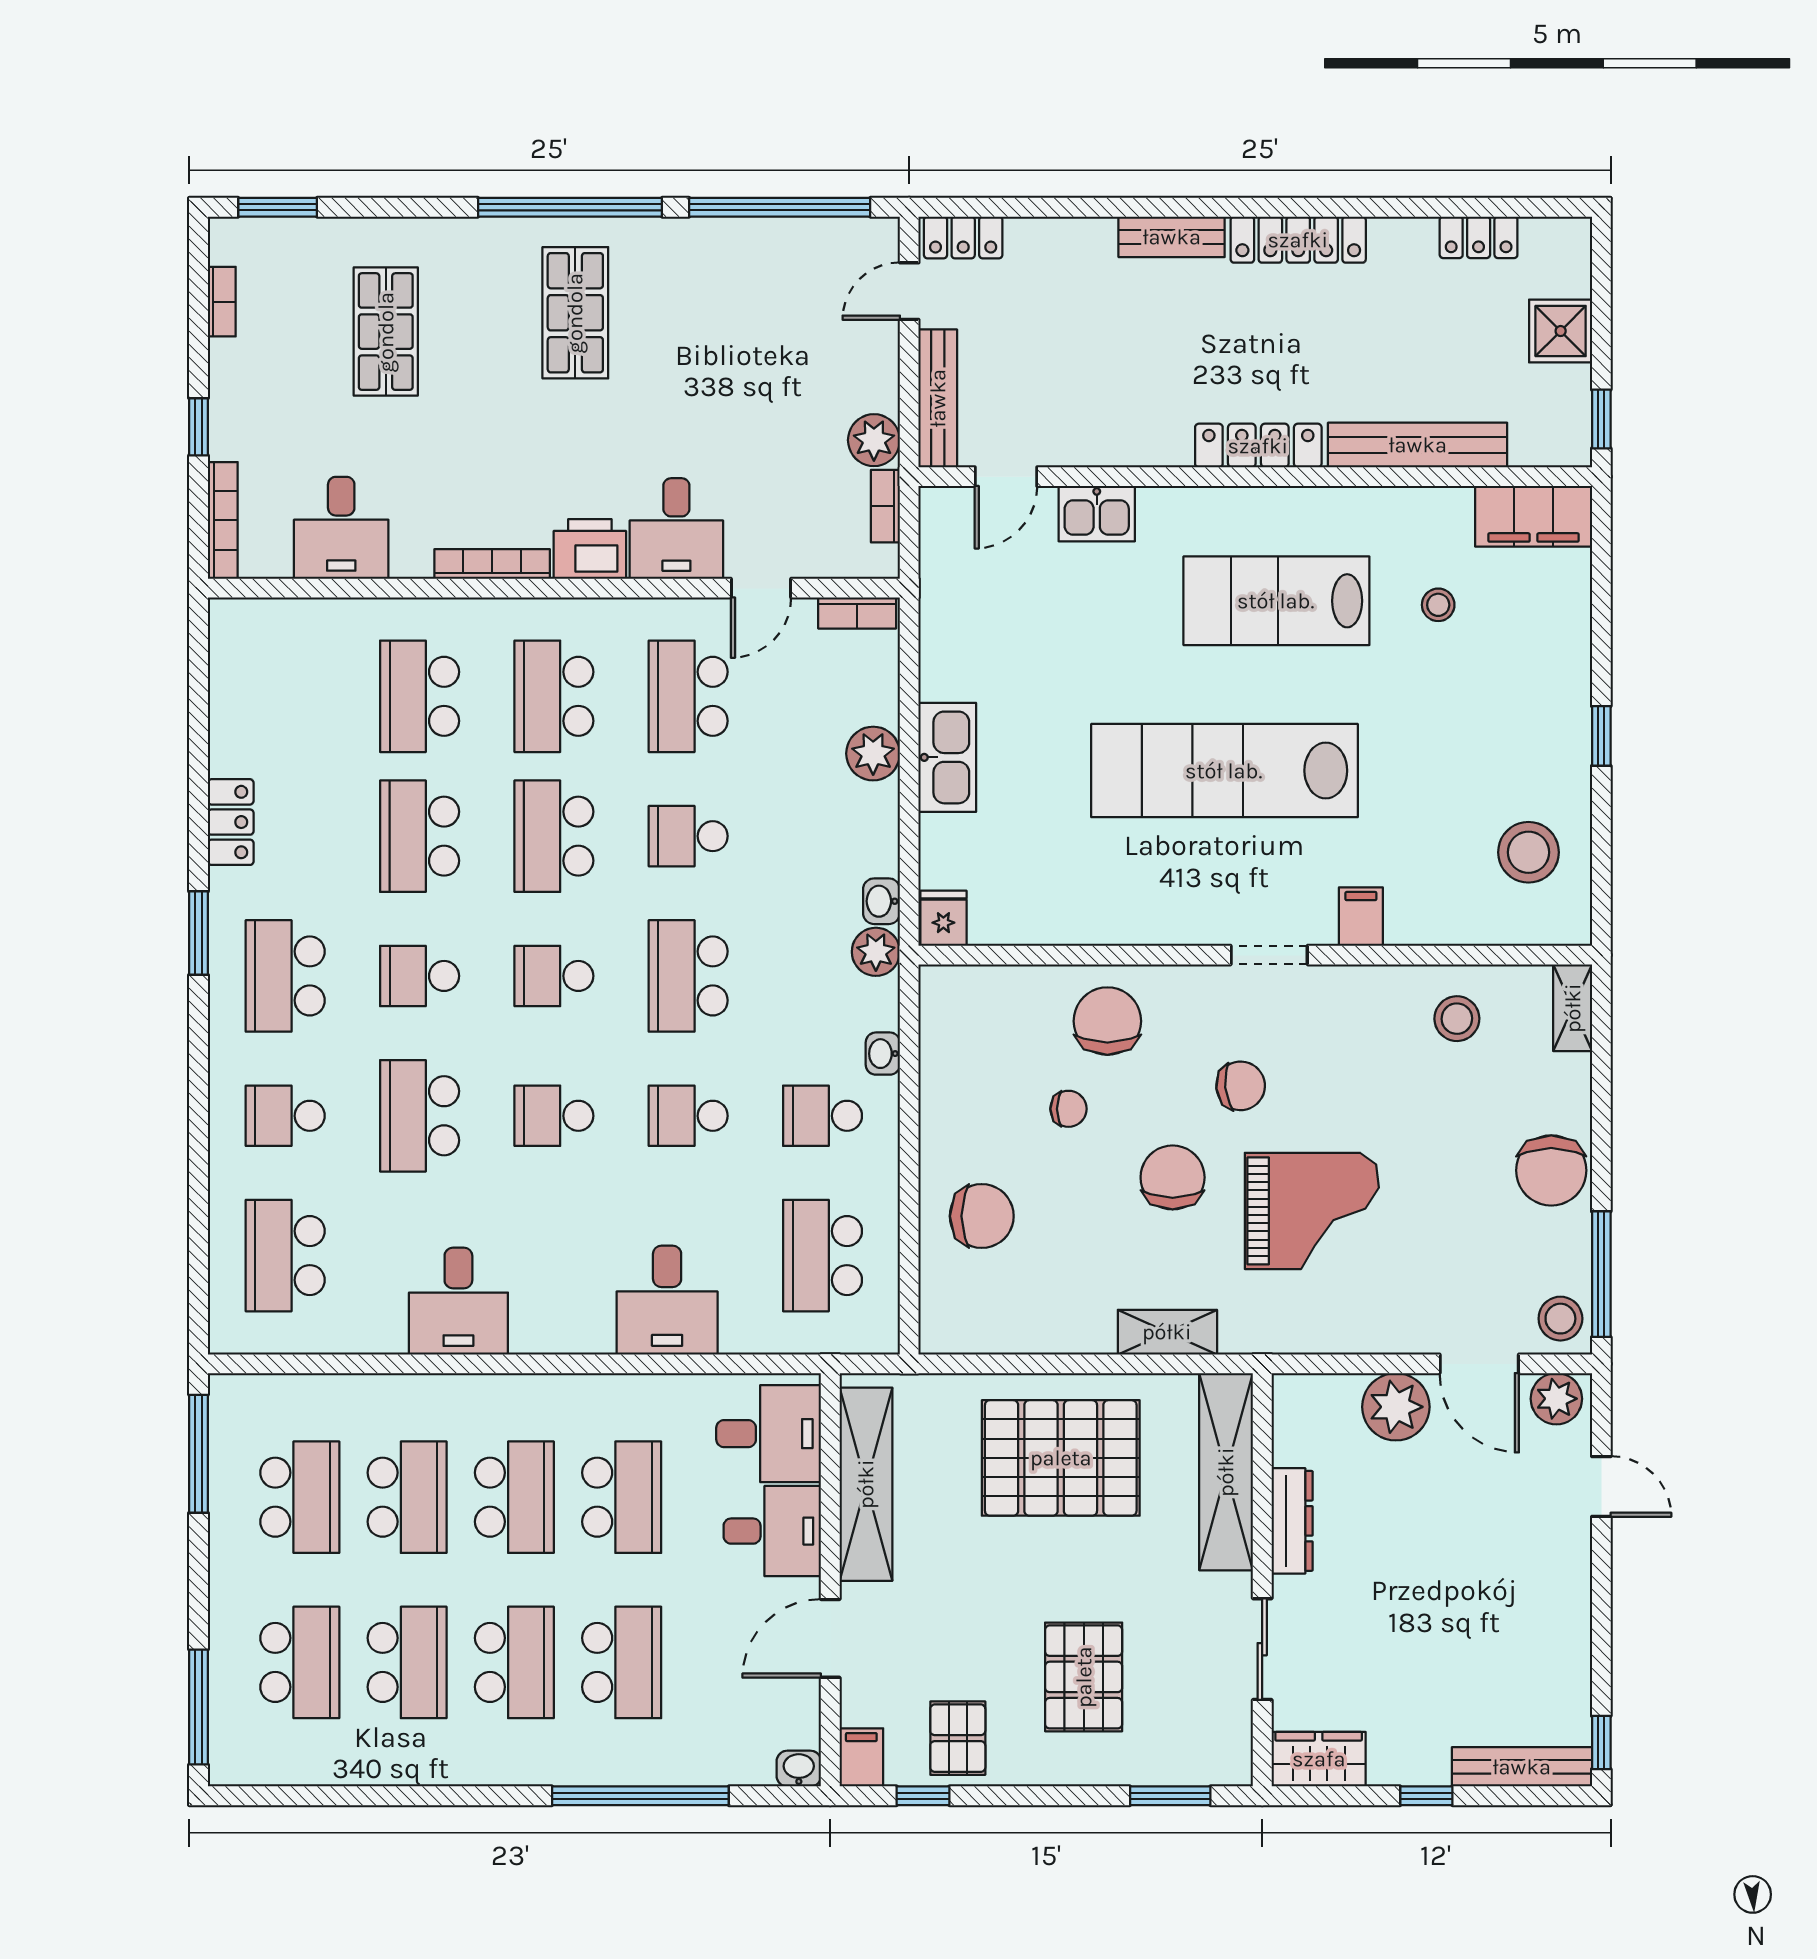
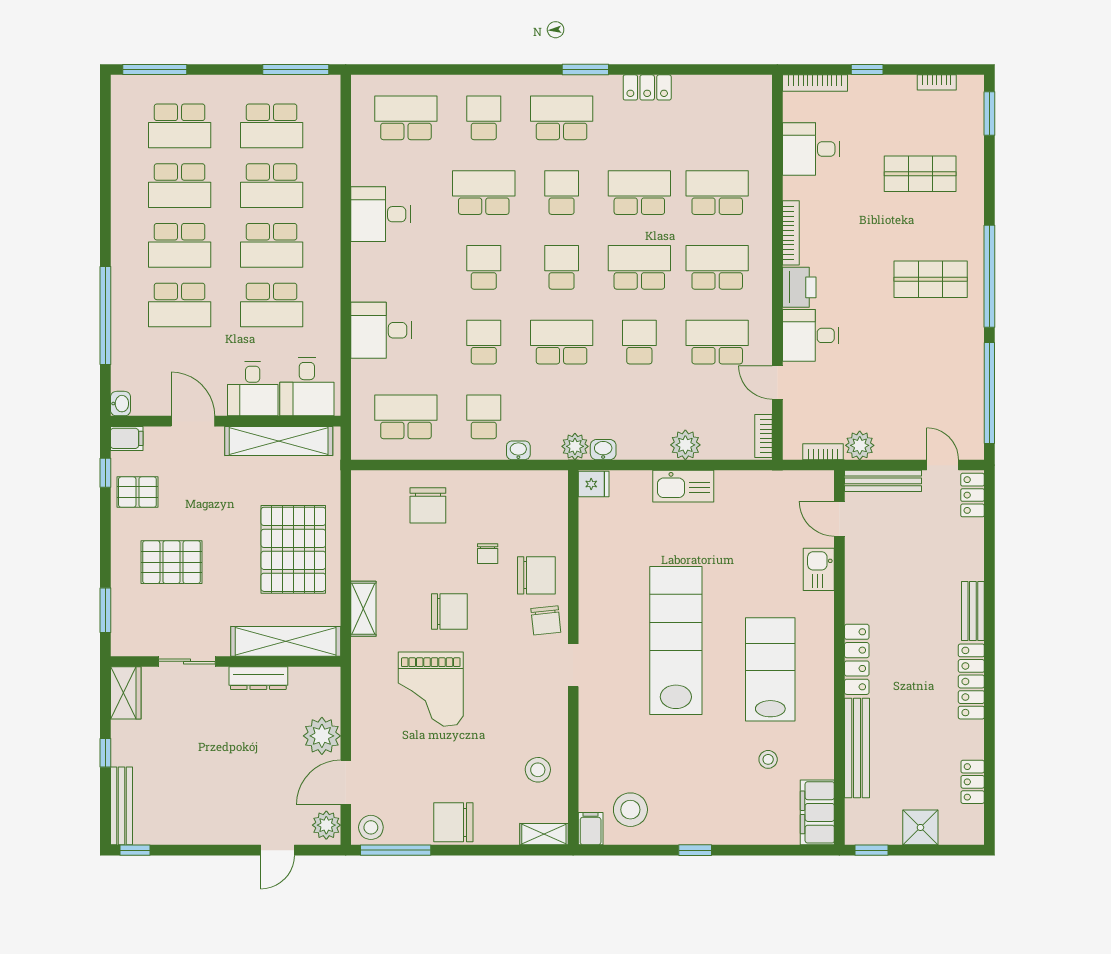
filing cabinet: (1361, 917) -> (591, 829), moved, turned -90
chair: (1241, 1086) -> (546, 620), moved

